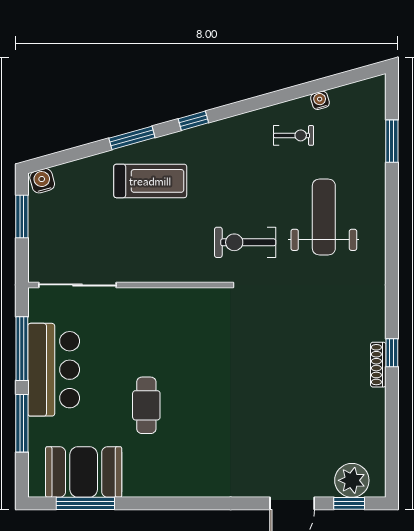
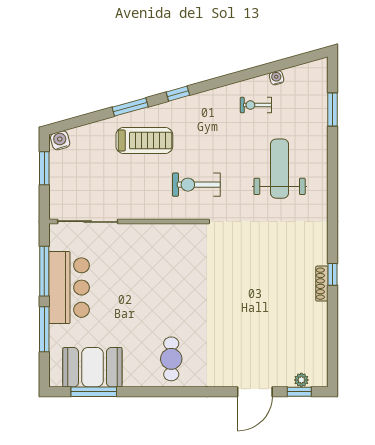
exercise bike: (294, 135) -> (256, 105), turned 180
exercise bike: (245, 242) -> (196, 185), moved
cafe table: (146, 405) -> (171, 359), moved
plant: (352, 480) -> (301, 380), width x0.53, depth x0.53

